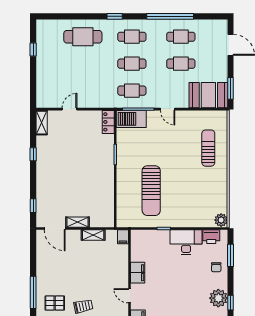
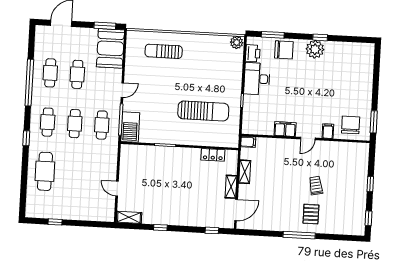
locker: (108, 122) -> (213, 155), moved
chair: (216, 267) -> (284, 50), width x1.87, depth x1.87

